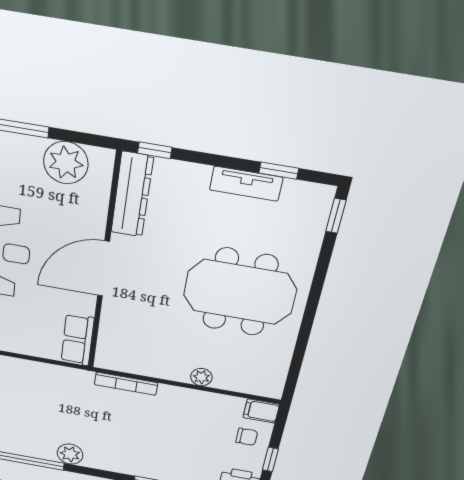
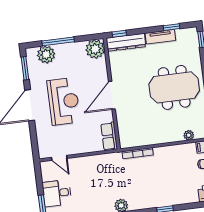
plant: (66, 163) -> (95, 49), moved
dresser: (132, 195) -> (126, 42), moved, turned 90
plant: (201, 377) -> (189, 135), moved

